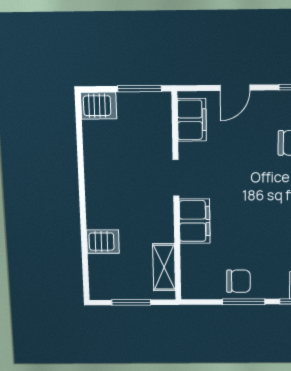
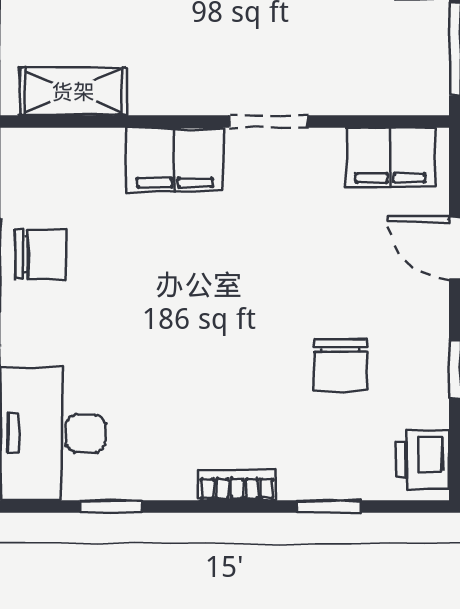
chair: (238, 281) -> (41, 254), turned -90

